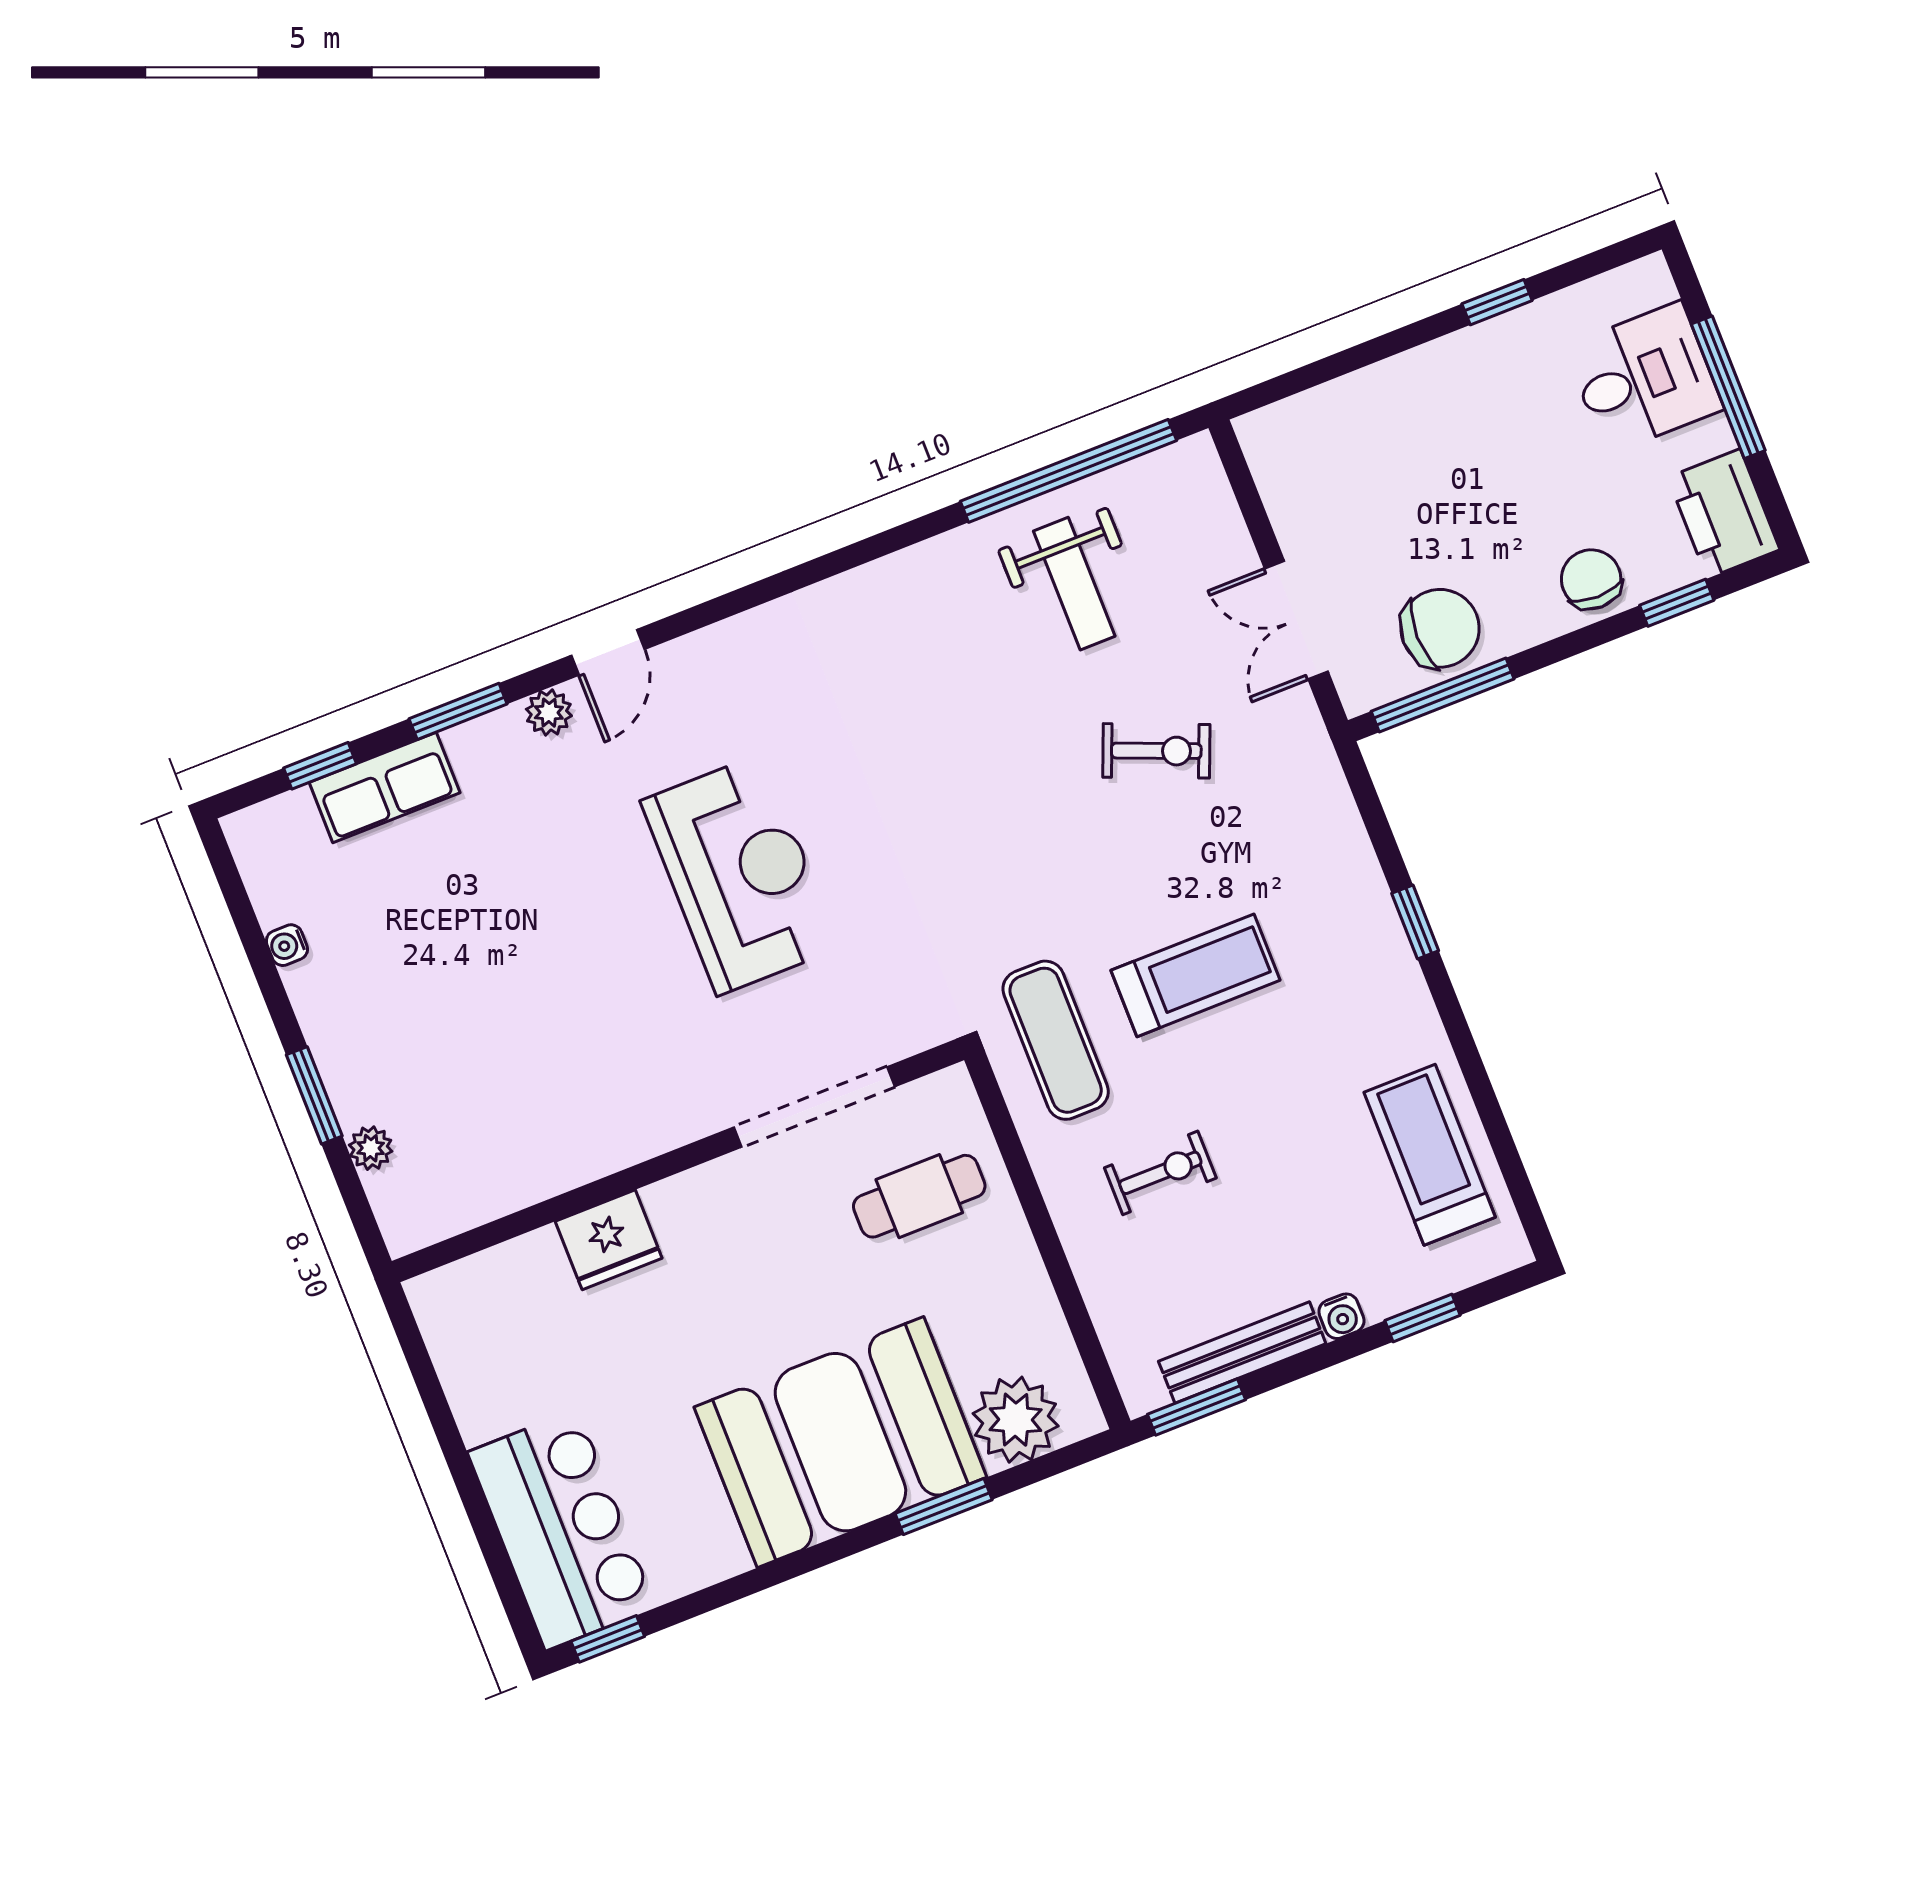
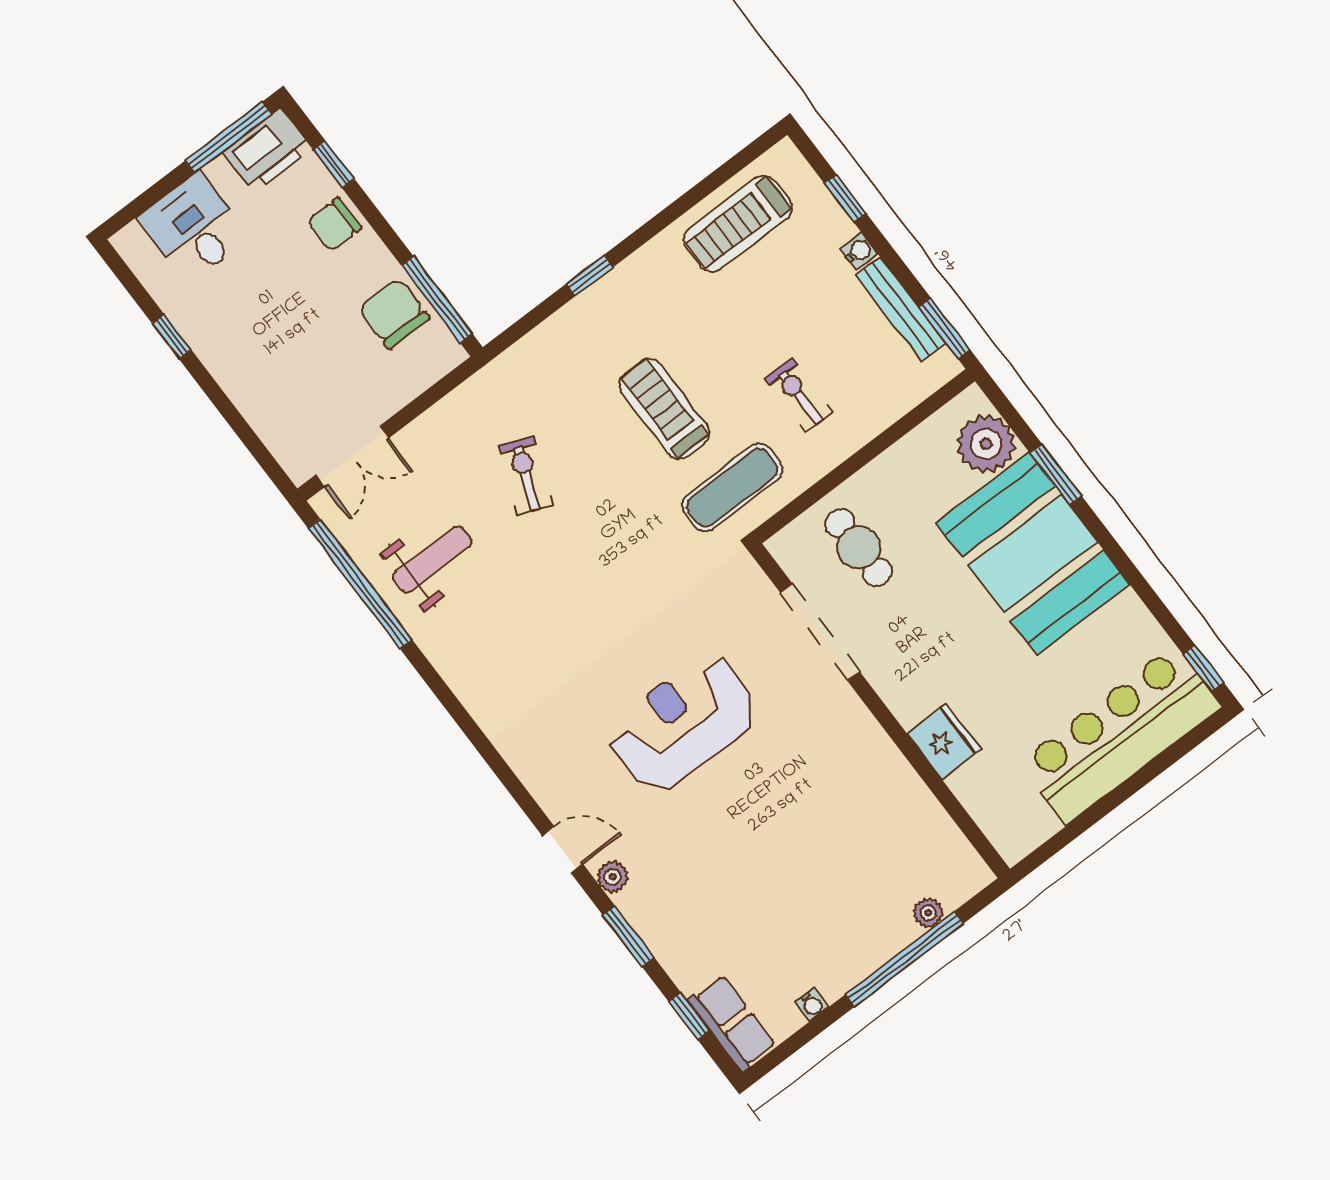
window: (1728, 387) -> (228, 137), moved
double door: (1296, 620) -> (352, 457), moved
row of seats: (385, 788) -> (732, 1023), moved
window: (314, 1095) -> (904, 959), width x2.11
bar counter: (562, 1530) -> (1120, 734), width x1.36

